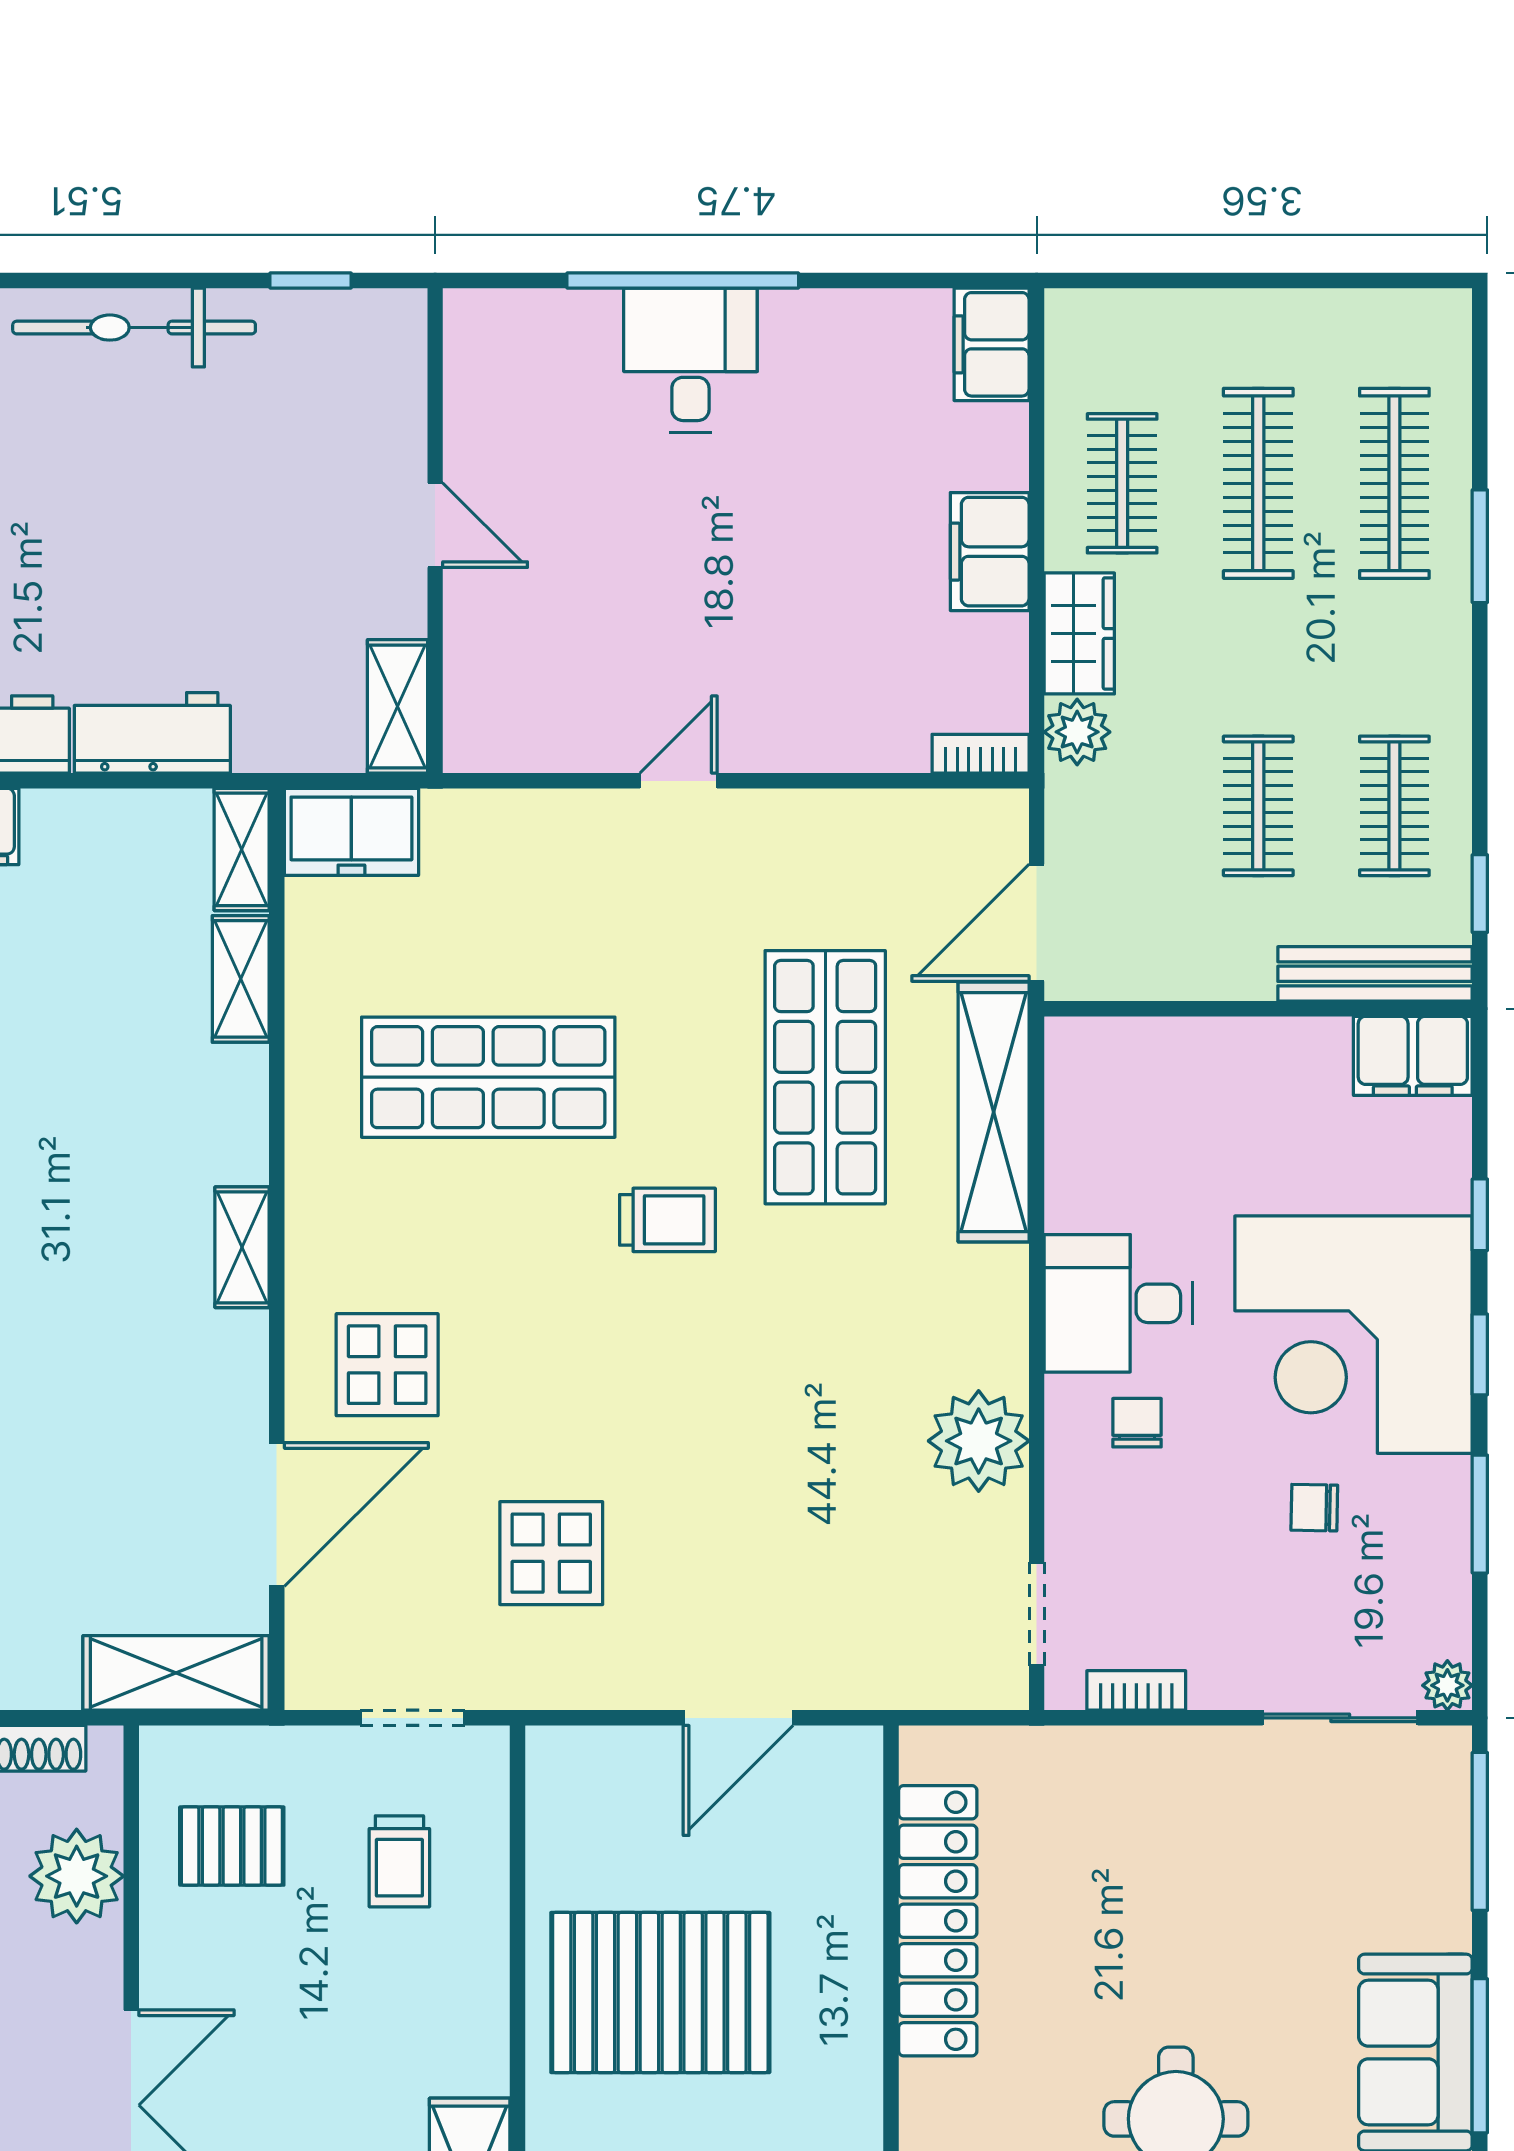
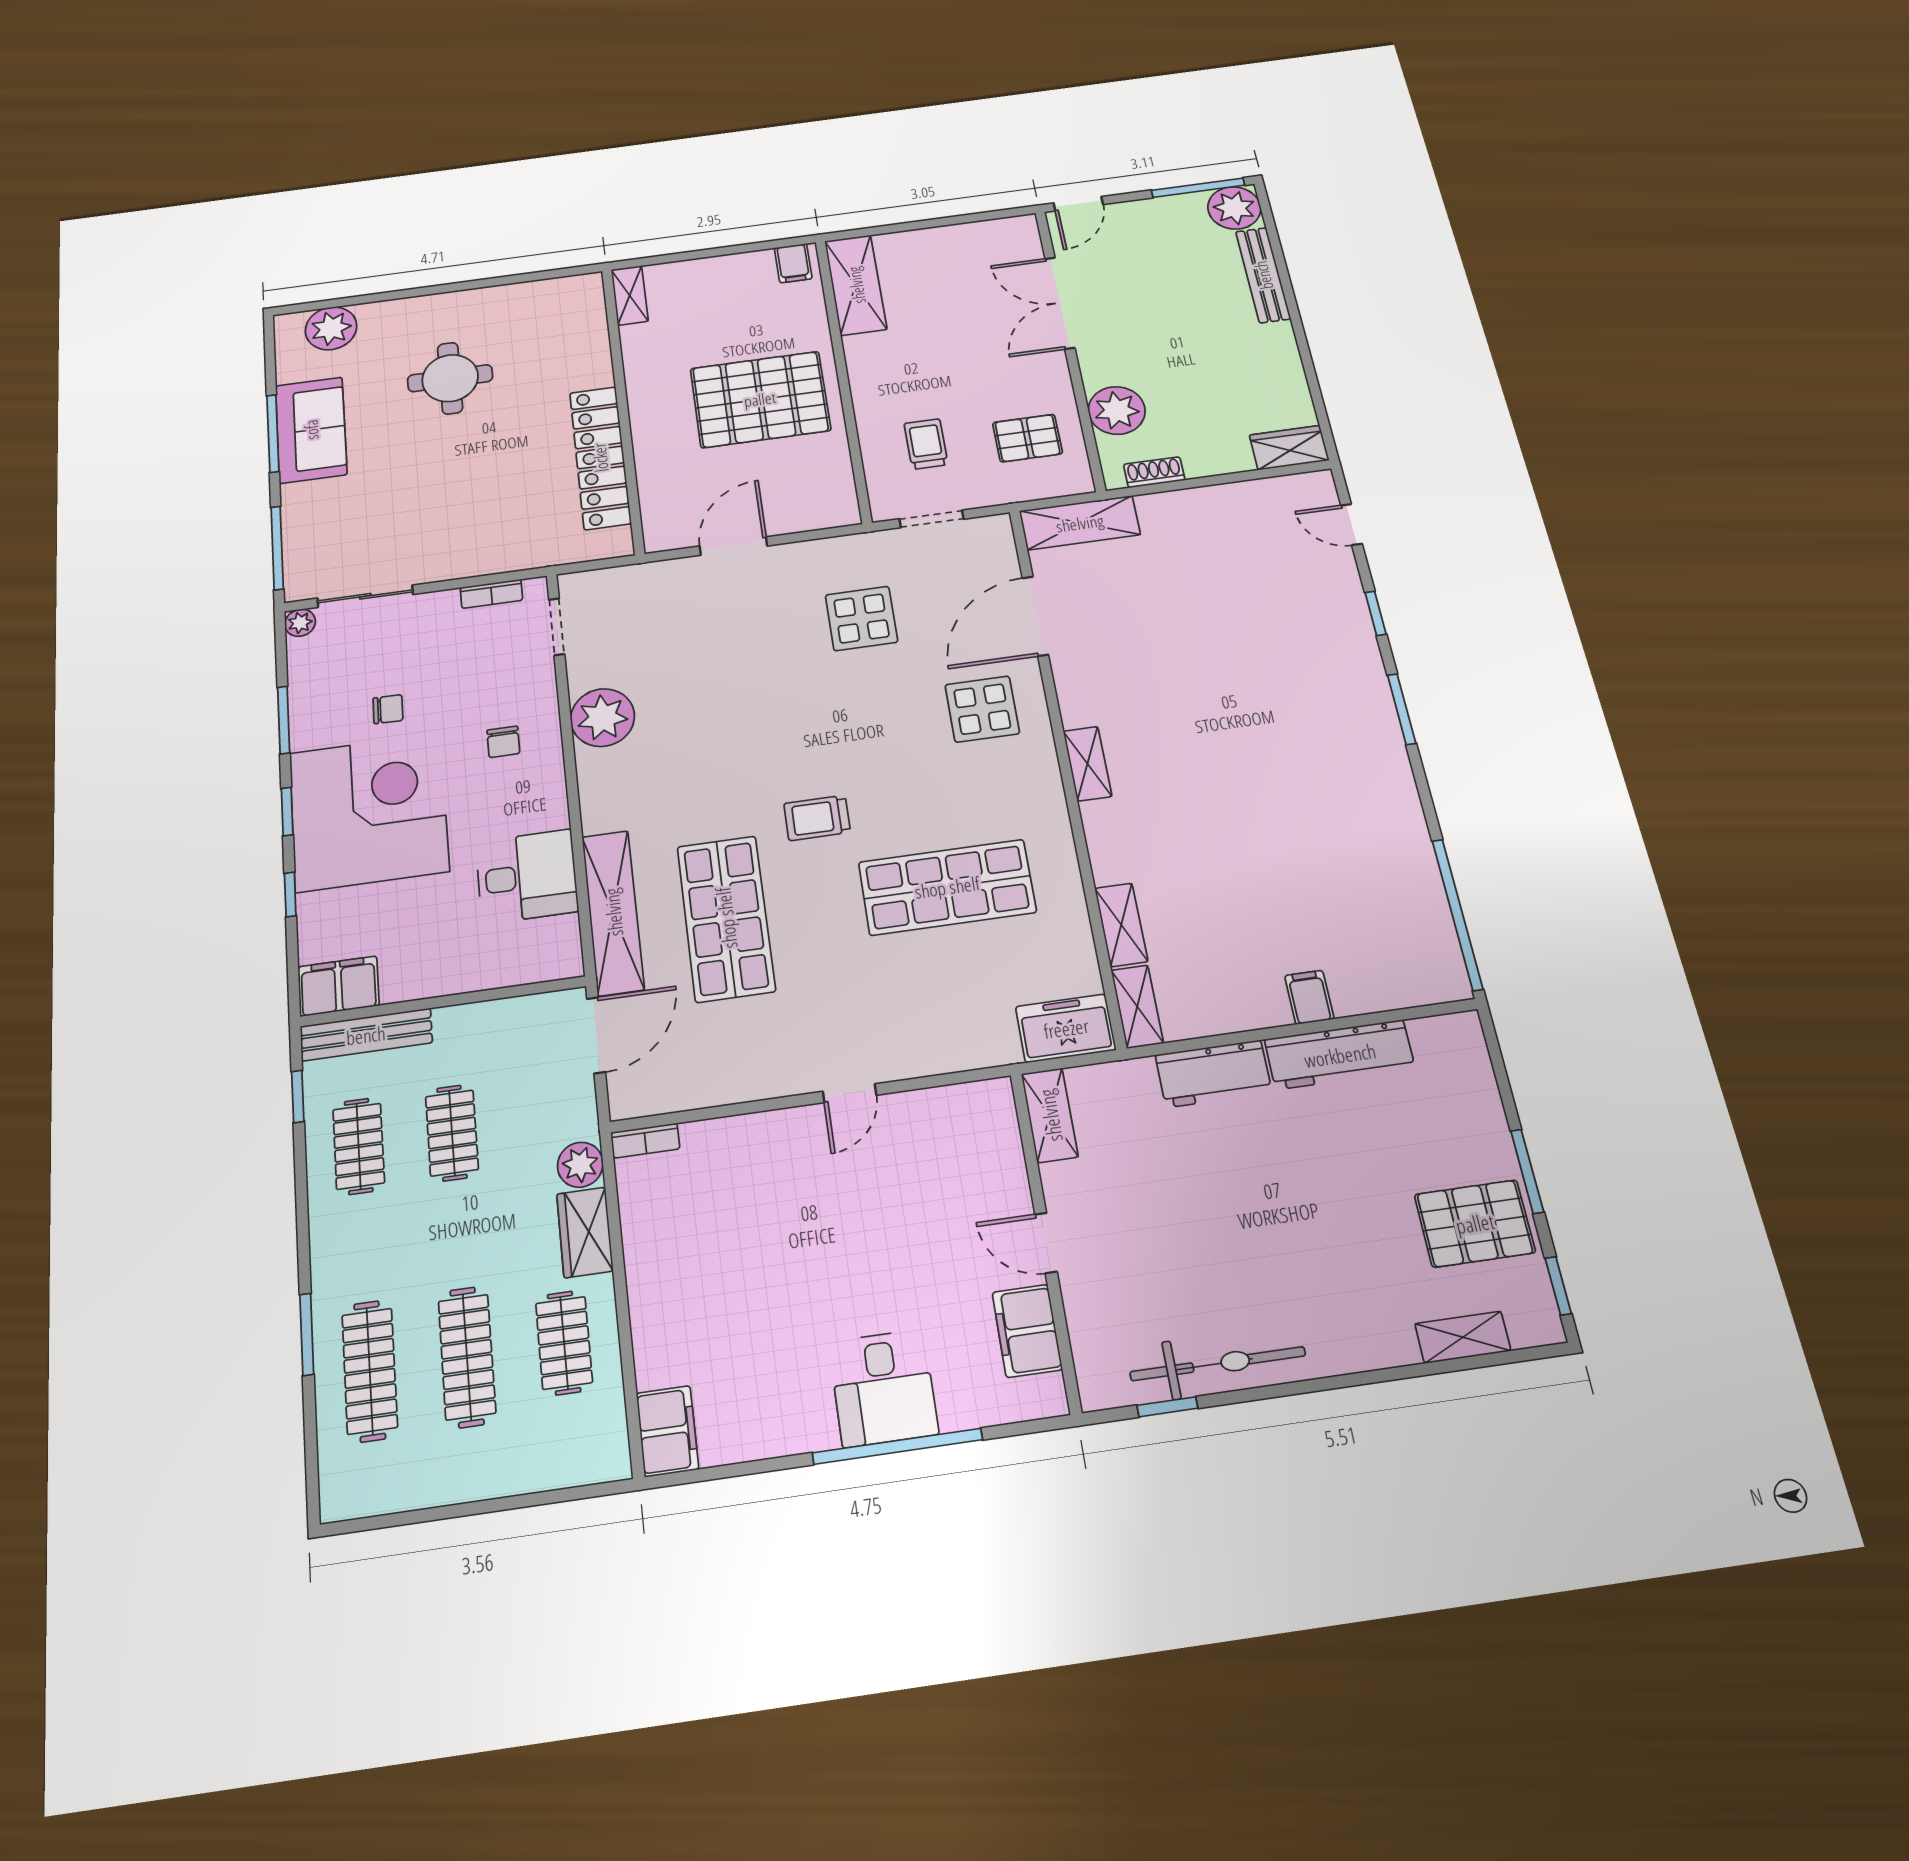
bicycle: (134, 328) -> (1218, 1364), moved
filing cabinet: (990, 552) -> (1027, 1331), moved, turned 180
desk: (1118, 1303) -> (527, 876), moved

